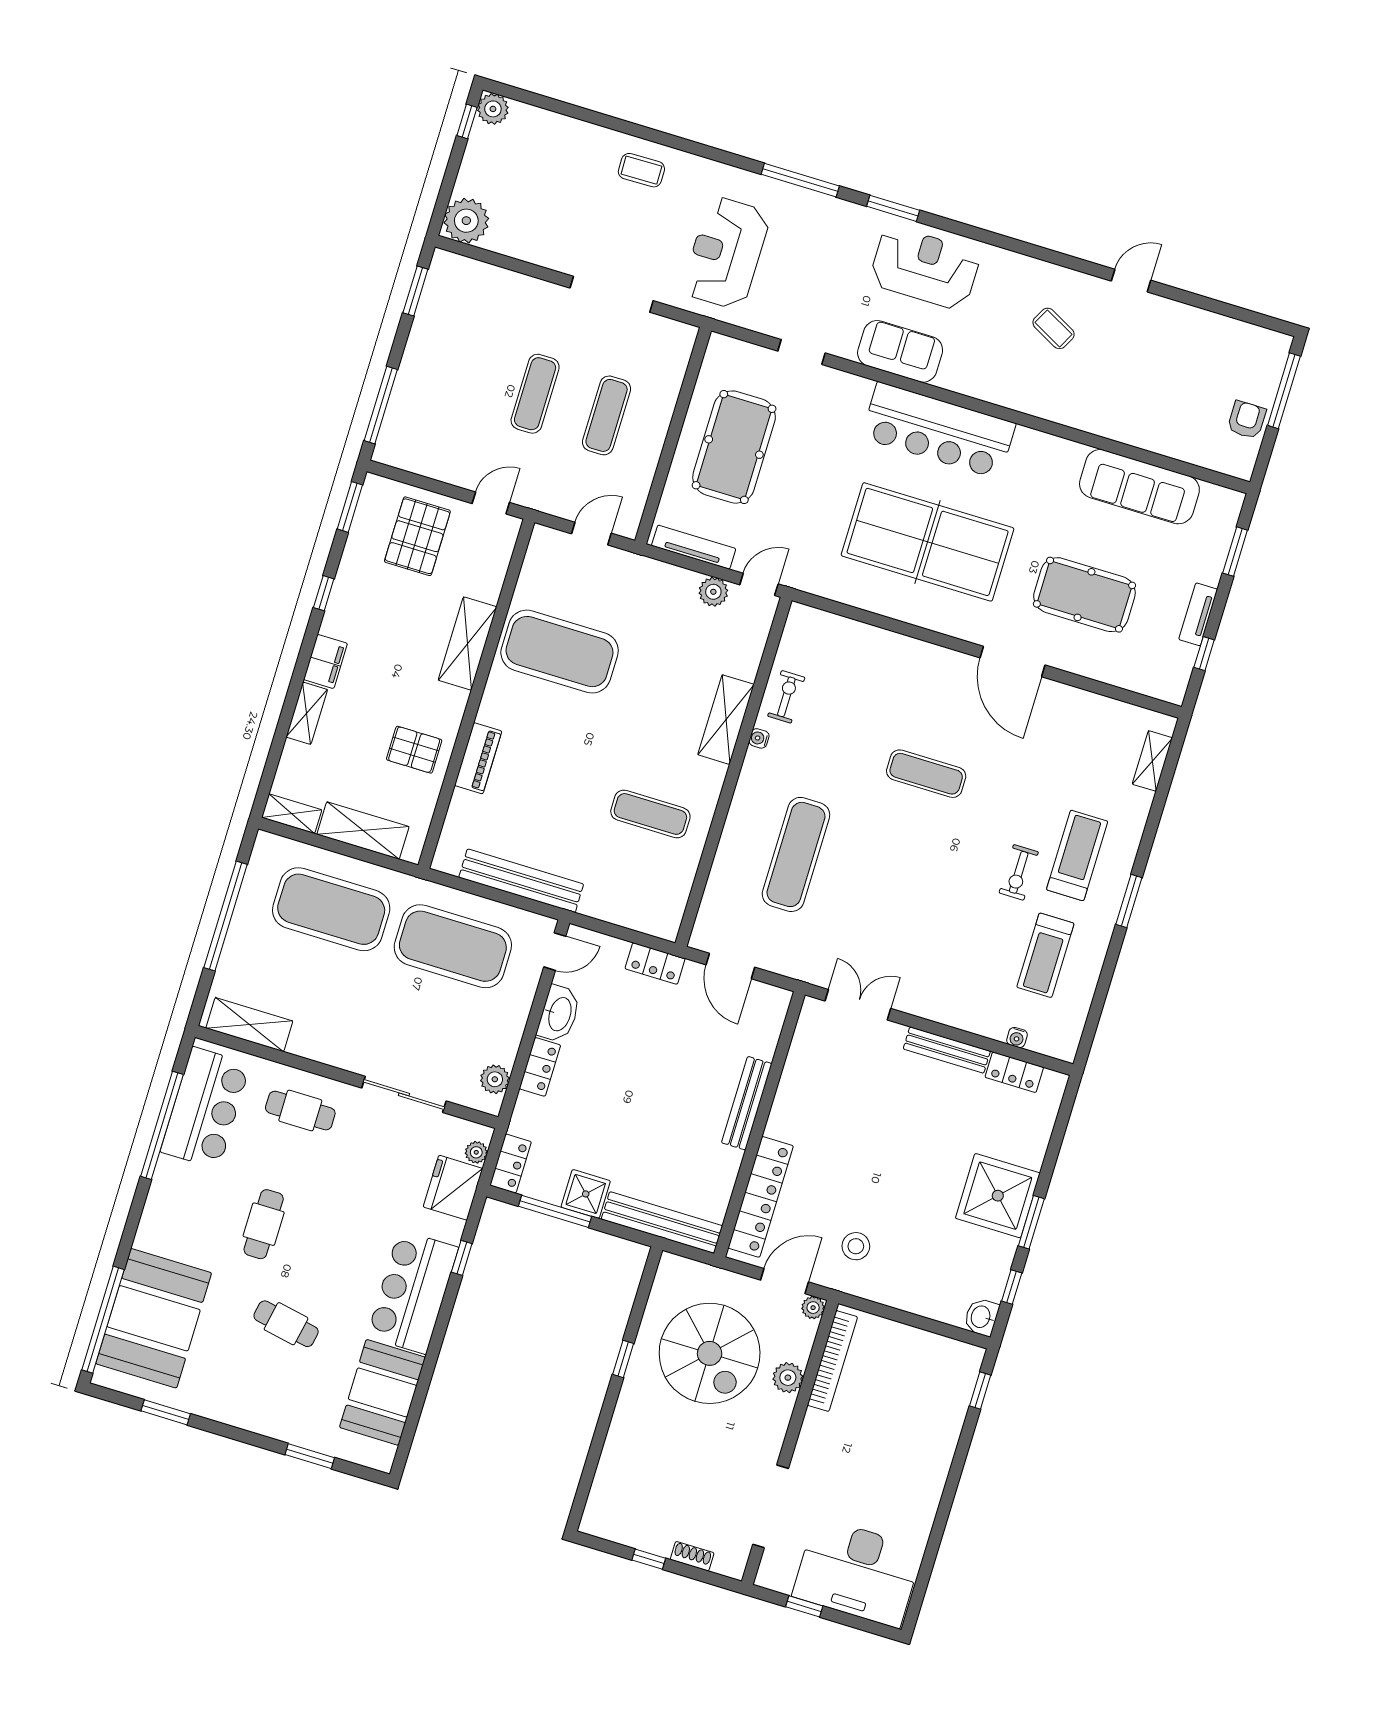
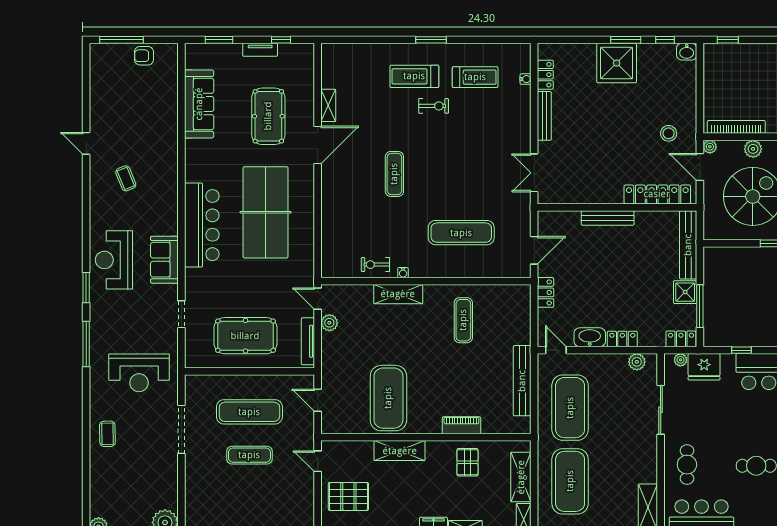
coffee table: (1054, 328) -> (126, 178), turned -50
exercise mat: (607, 415) -> (249, 412), width x1.36, depth x1.45
shelving: (1152, 761) -> (328, 105), moved, turned 90

